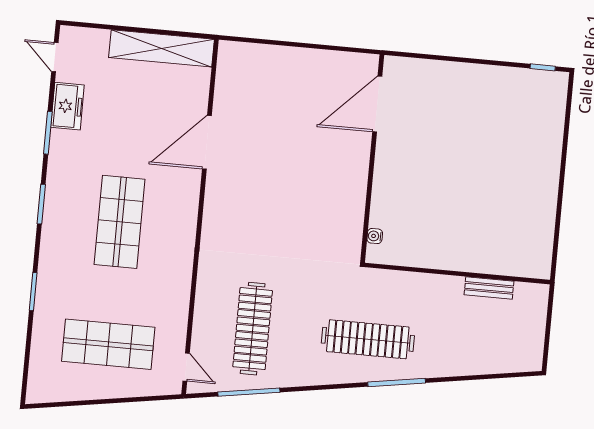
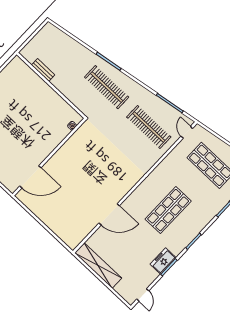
freezer: (67, 106) -> (163, 261), moved
clothes rail: (253, 329) -> (149, 127), turned 90

